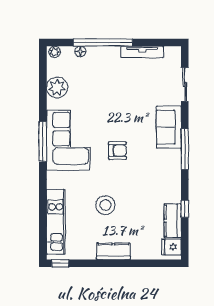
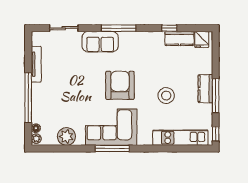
floor lamp: (80, 51) -> (36, 128), moved
armchair: (117, 151) -> (120, 85), width x1.88, depth x1.88
window: (105, 263) -> (216, 96), added

